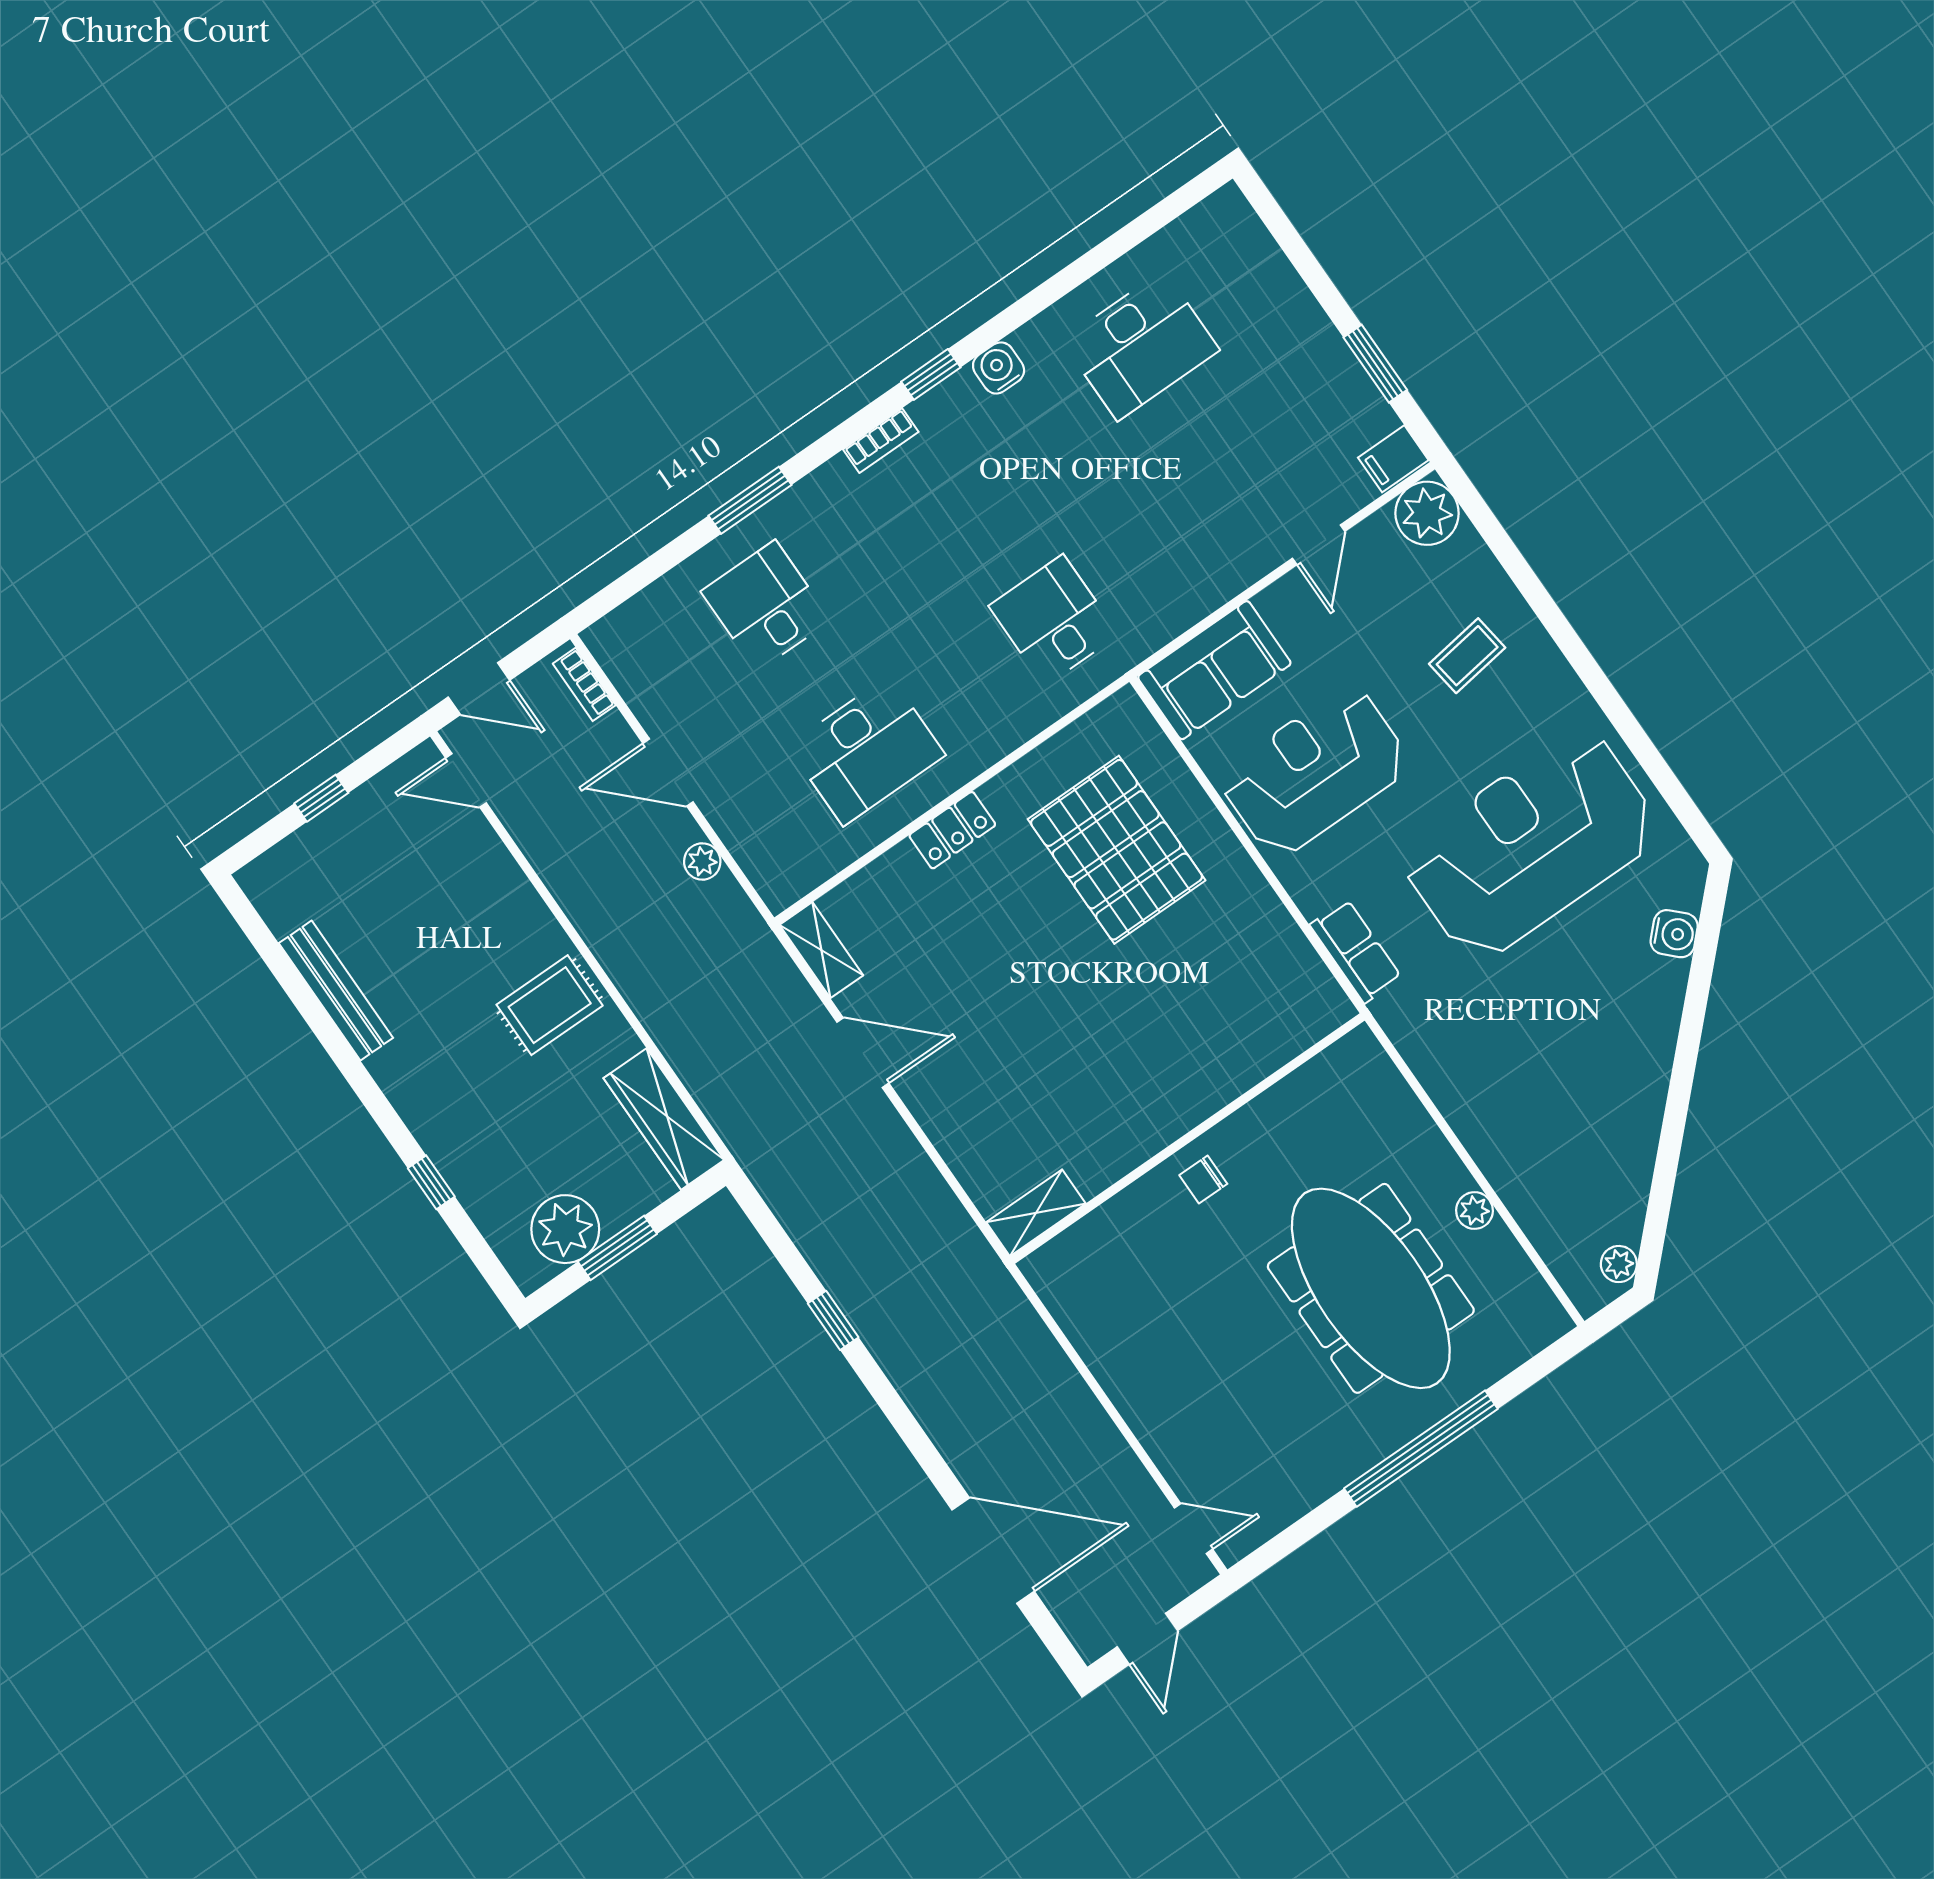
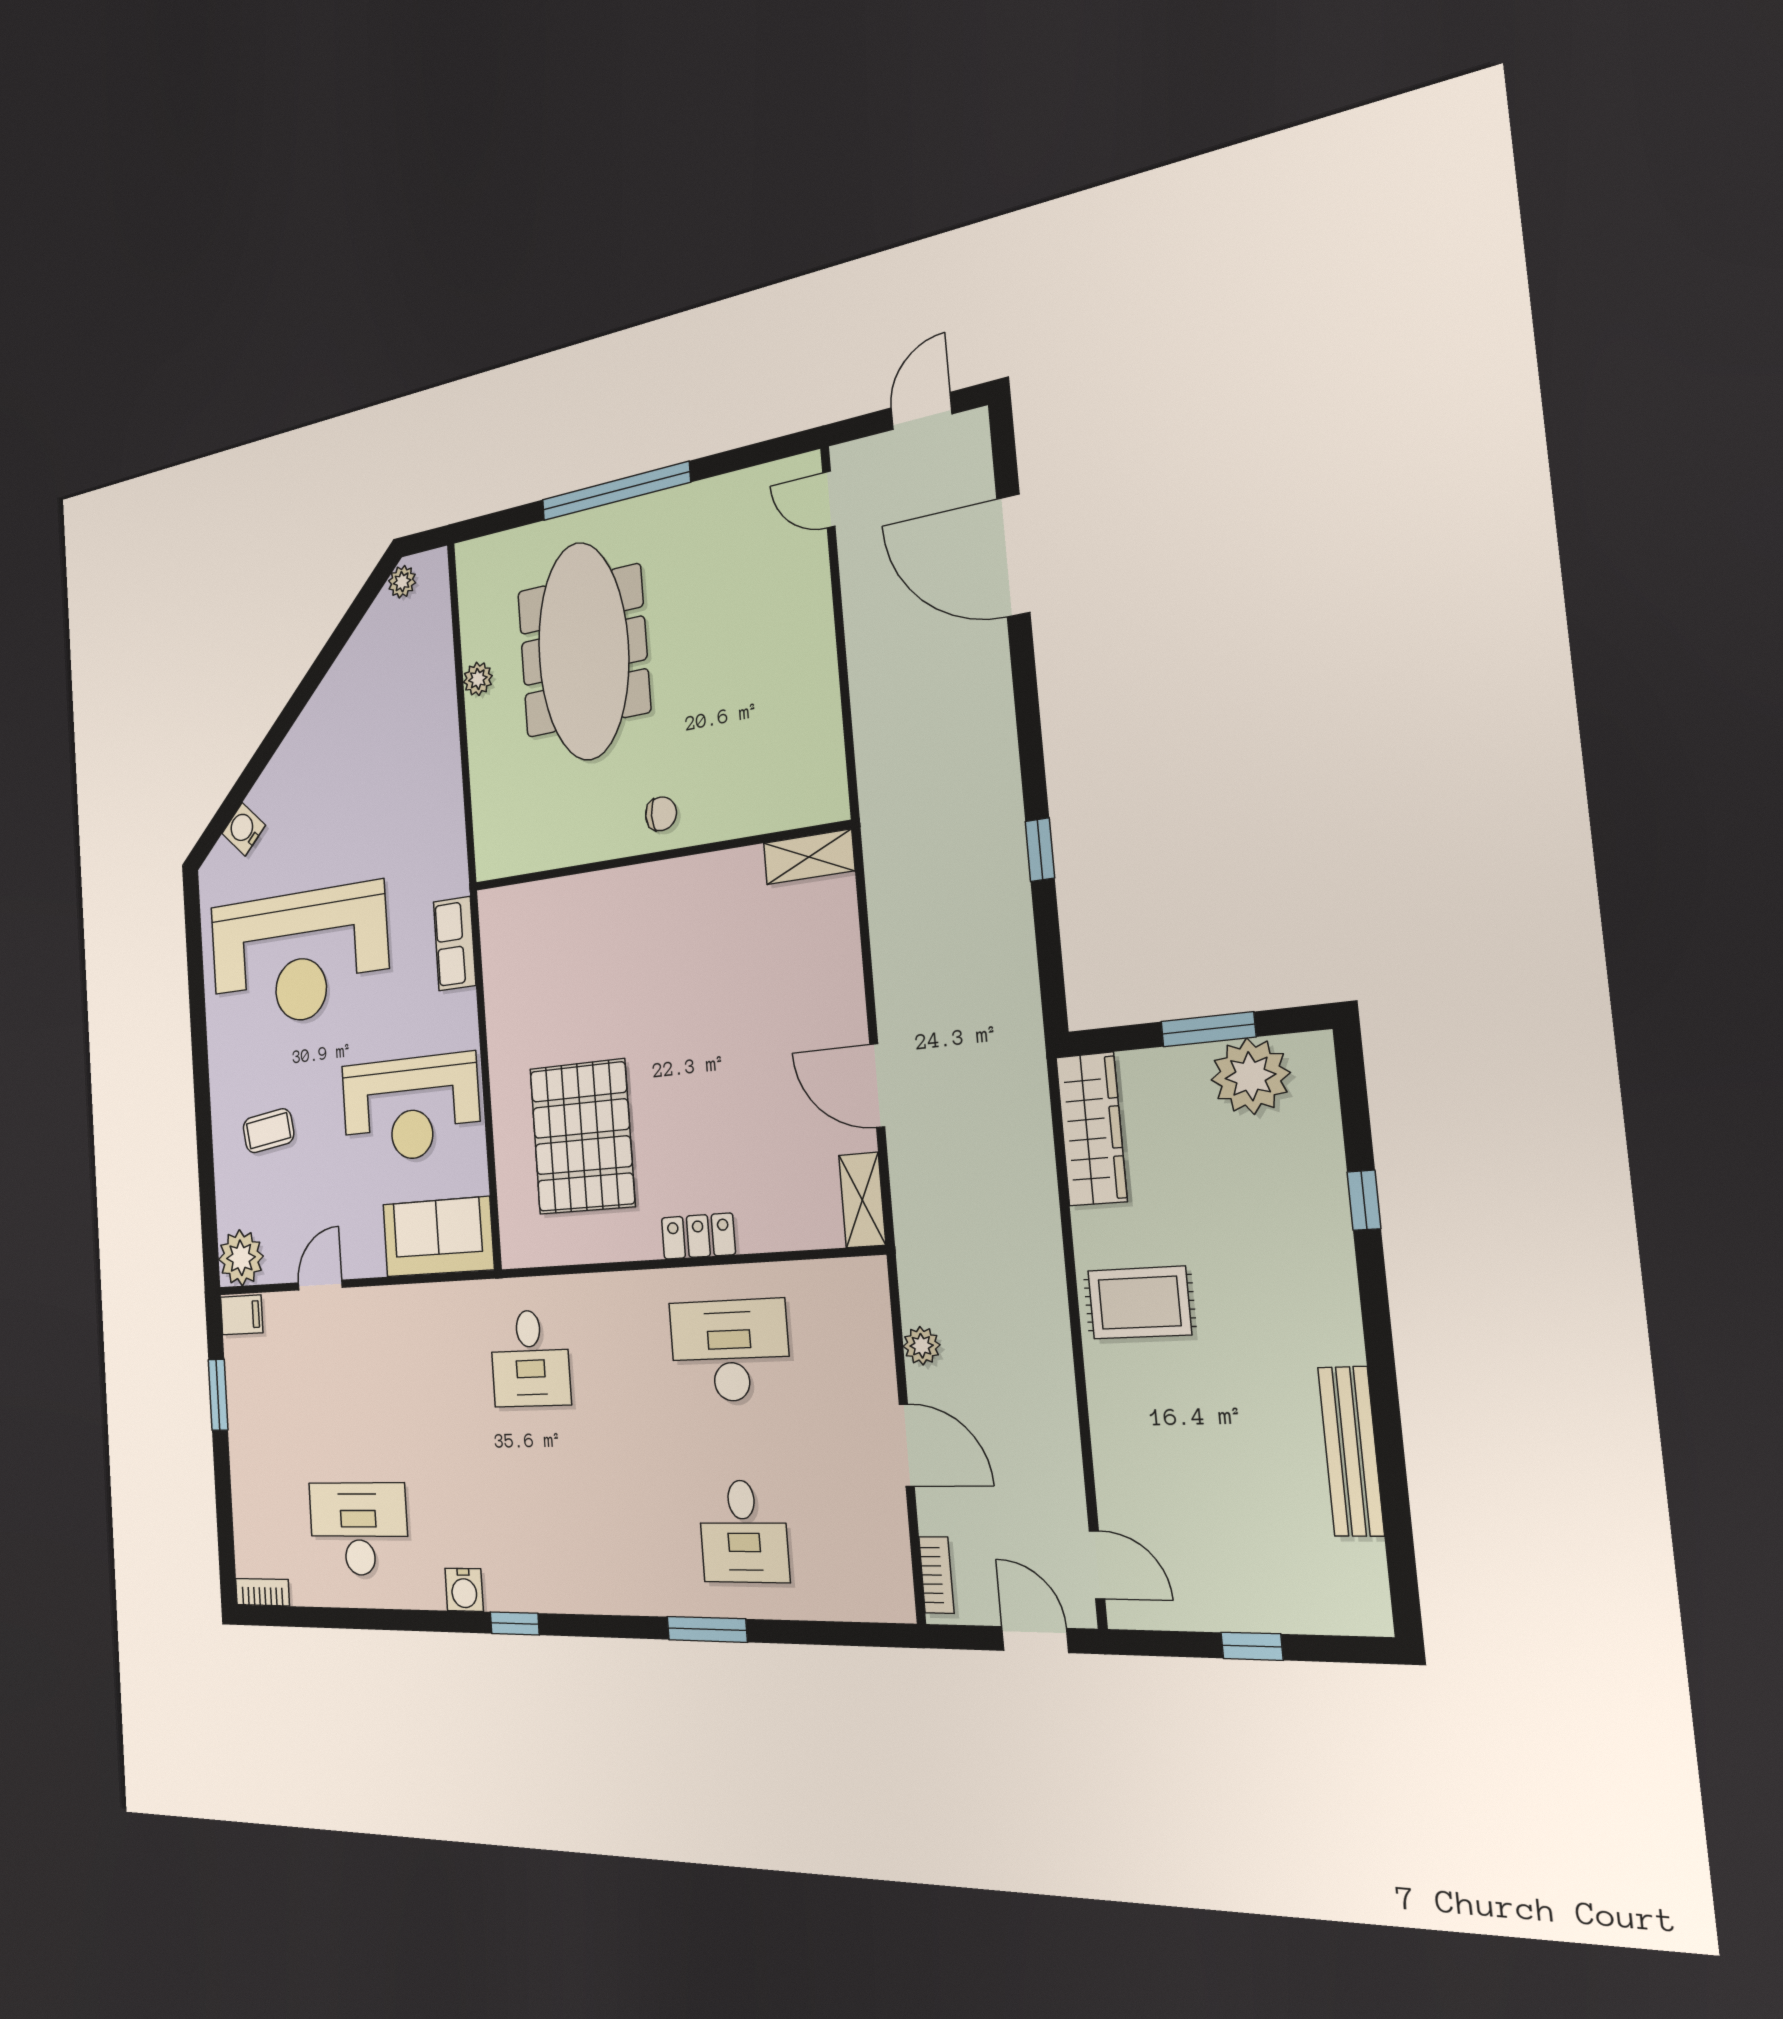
bookcase: (881, 441) -> (262, 1592), moved

